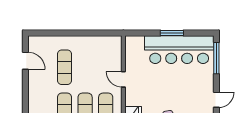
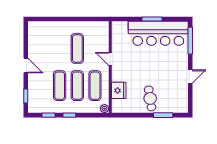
door: (25, 61) -> (26, 66), moved
exercise mat: (65, 67) -> (77, 49), moved

